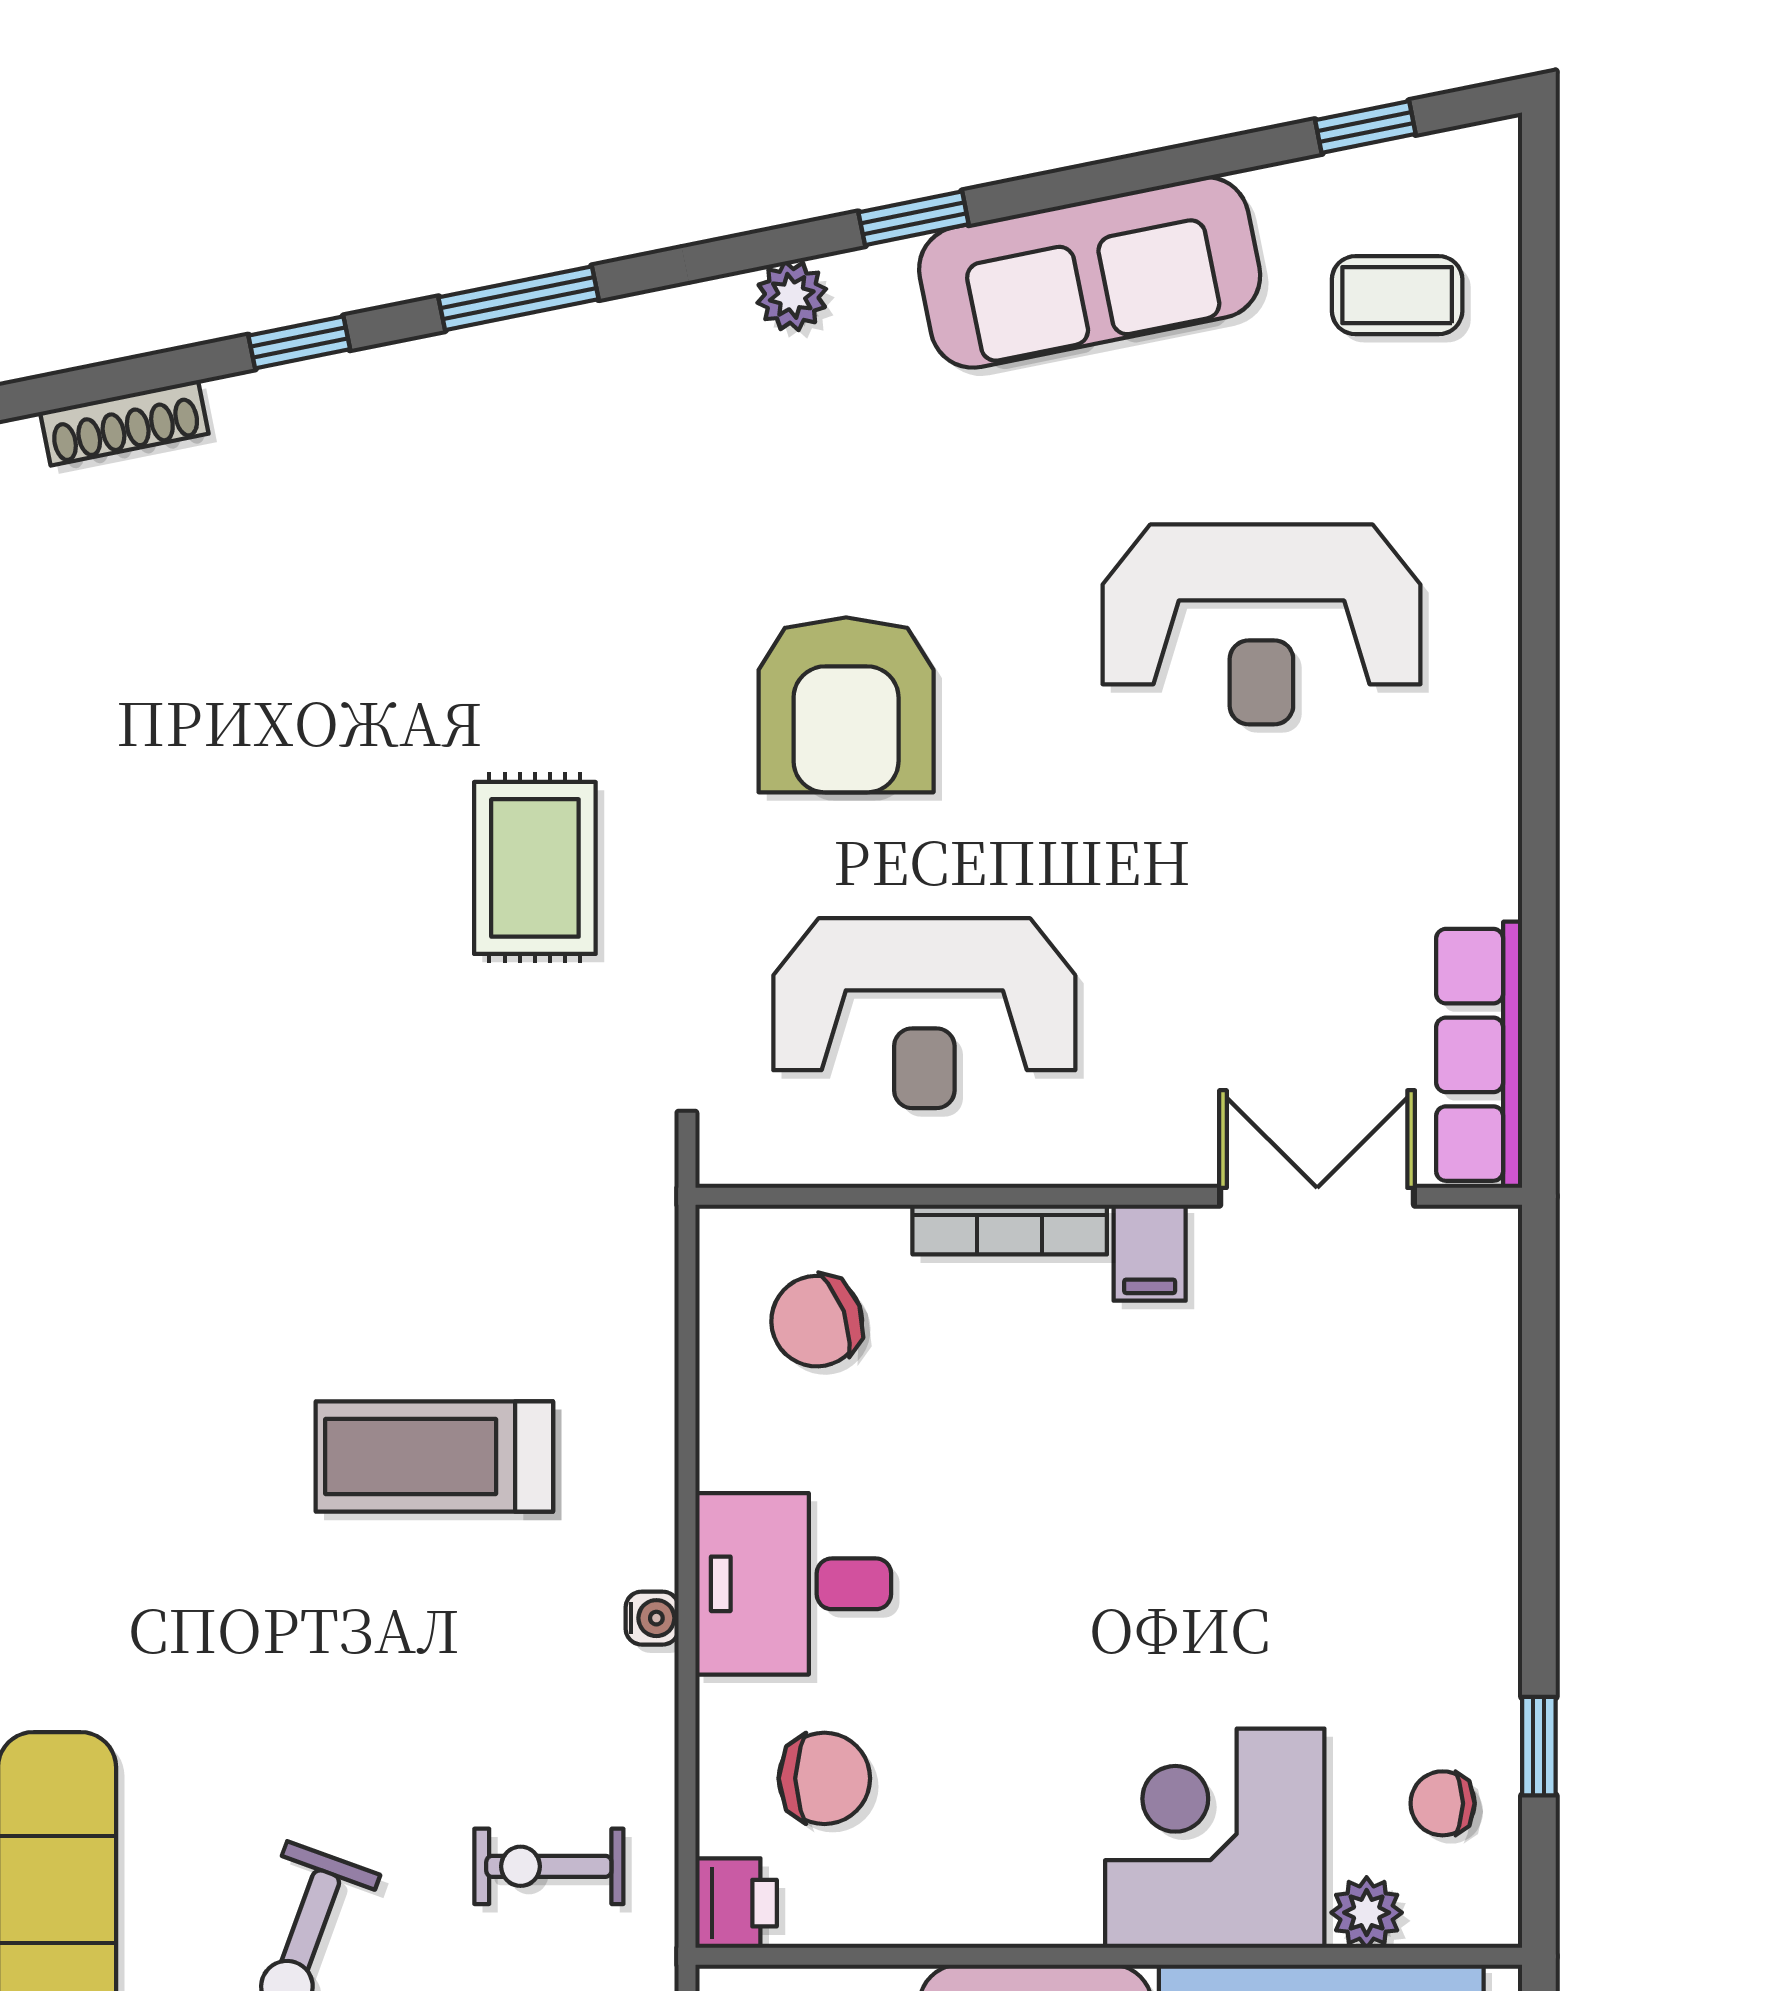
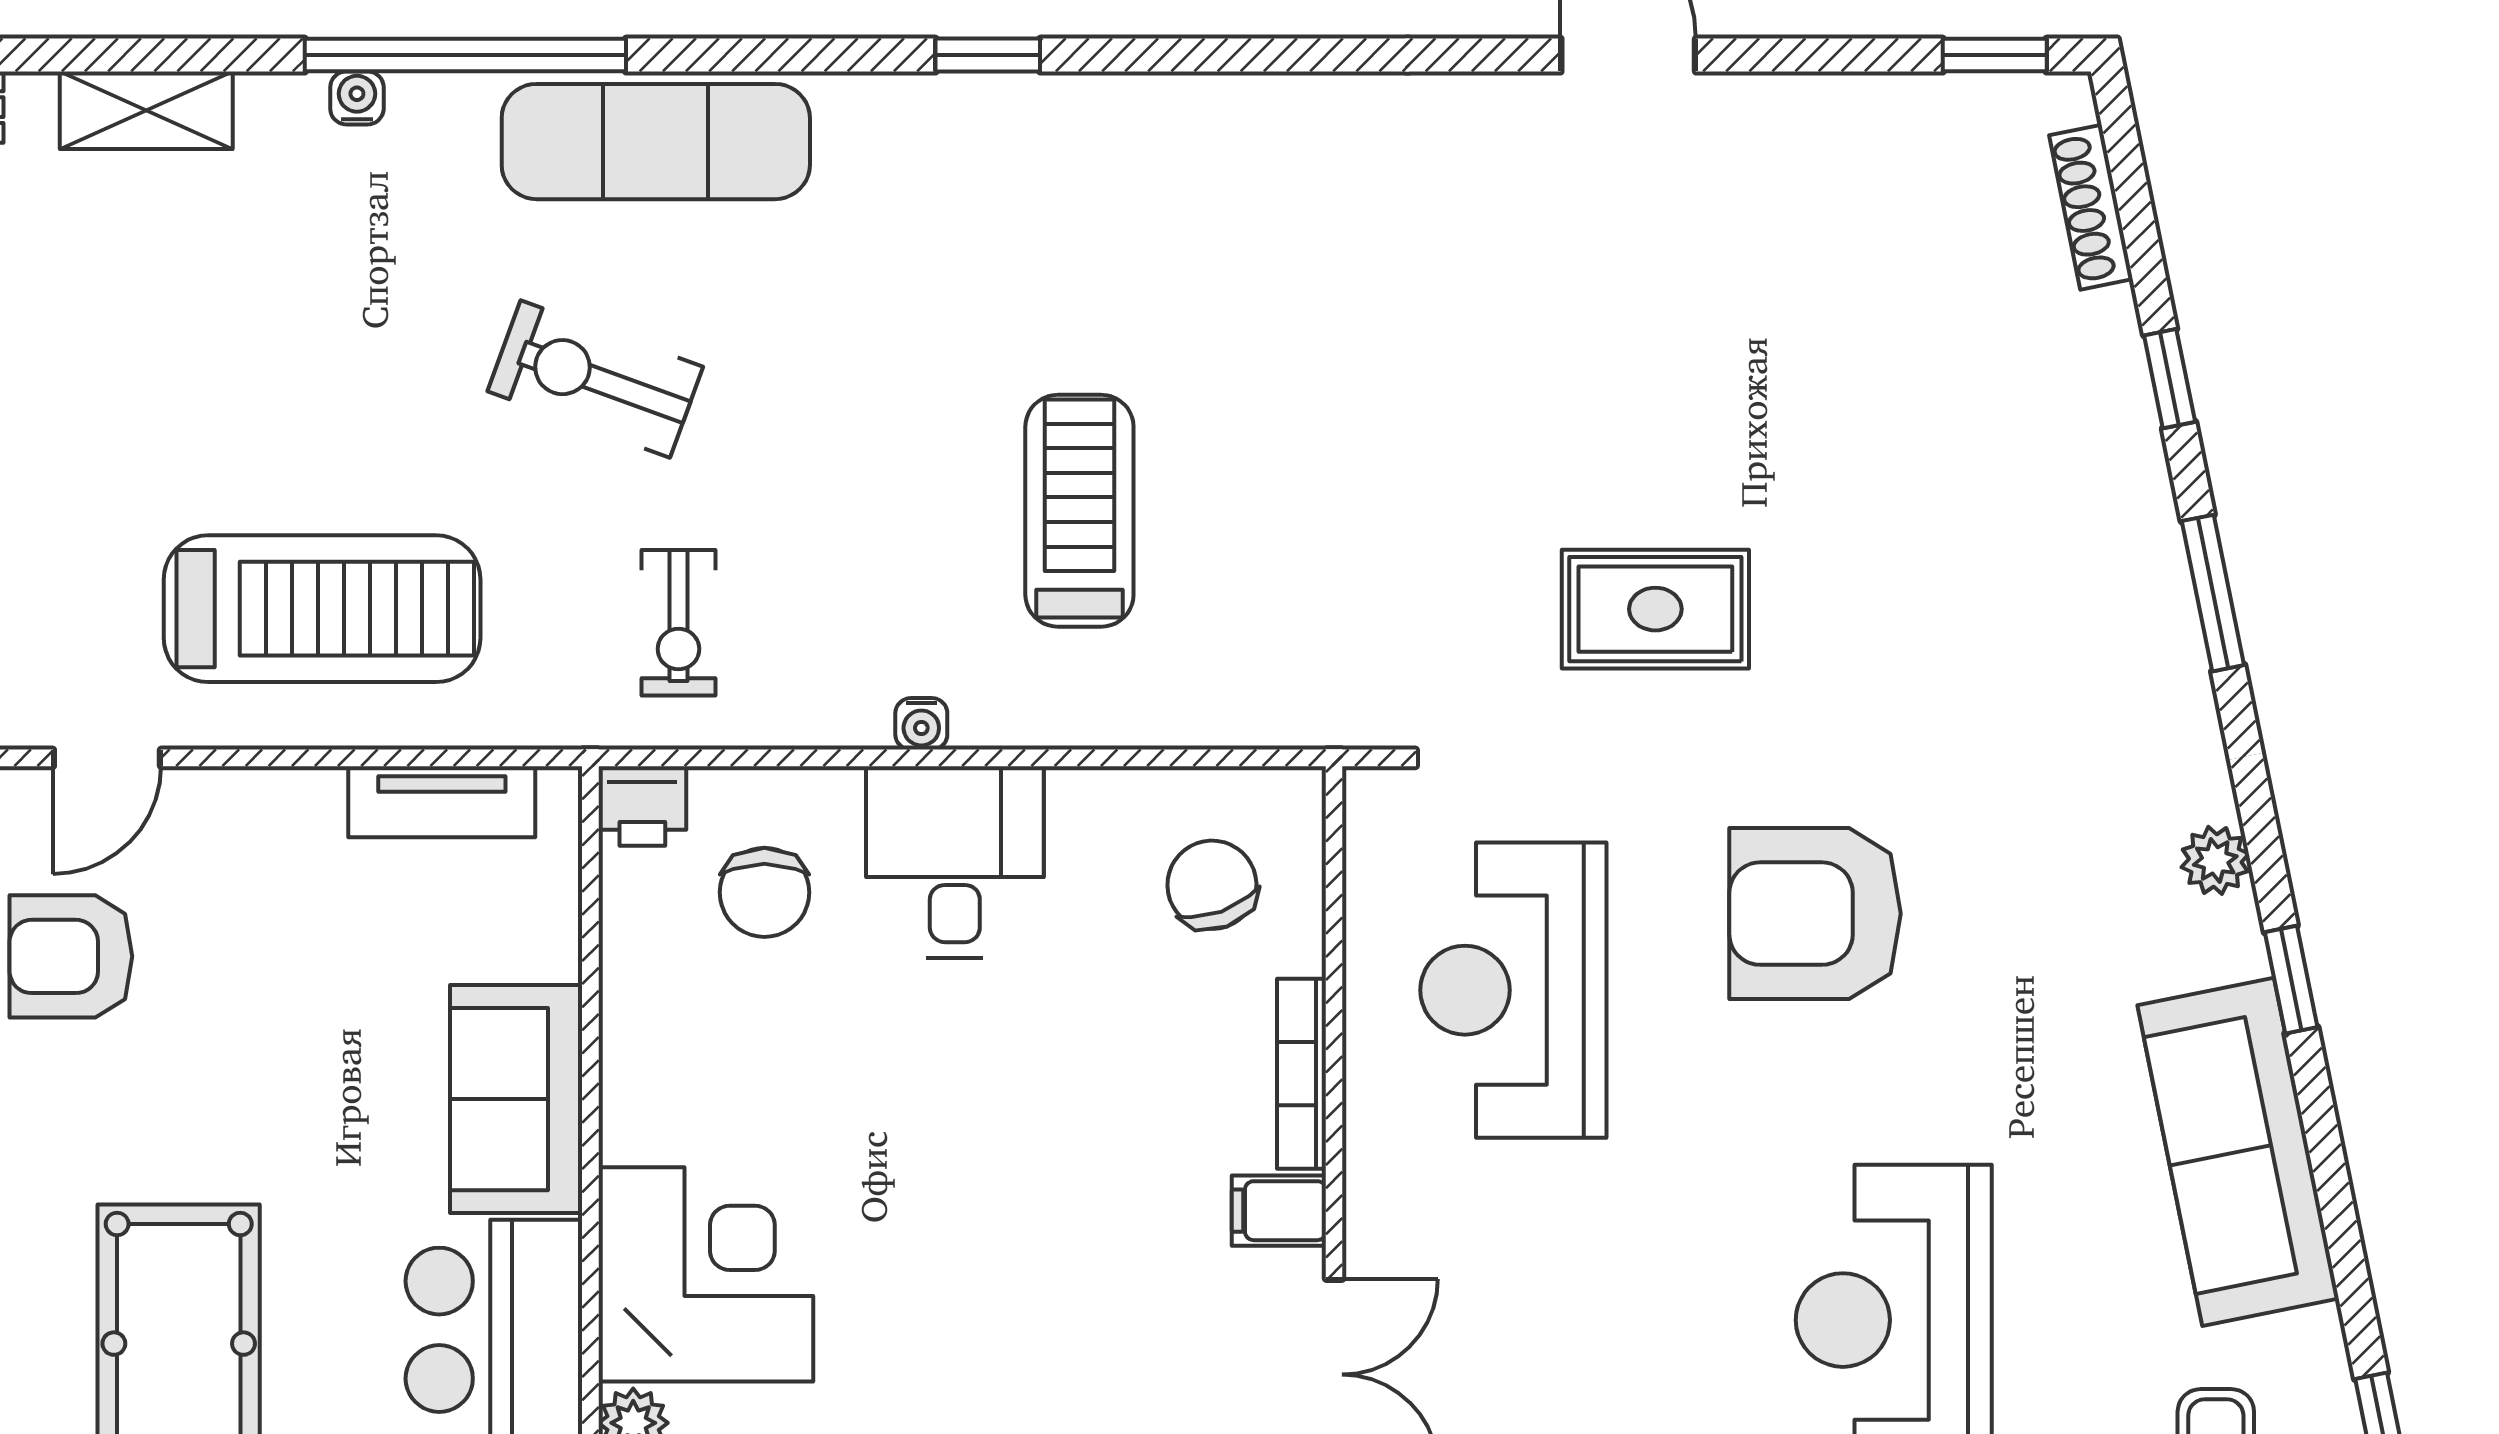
exercise bike: (549, 1866) -> (678, 623), turned 180

